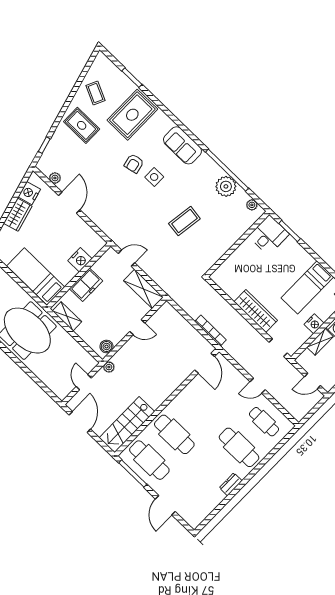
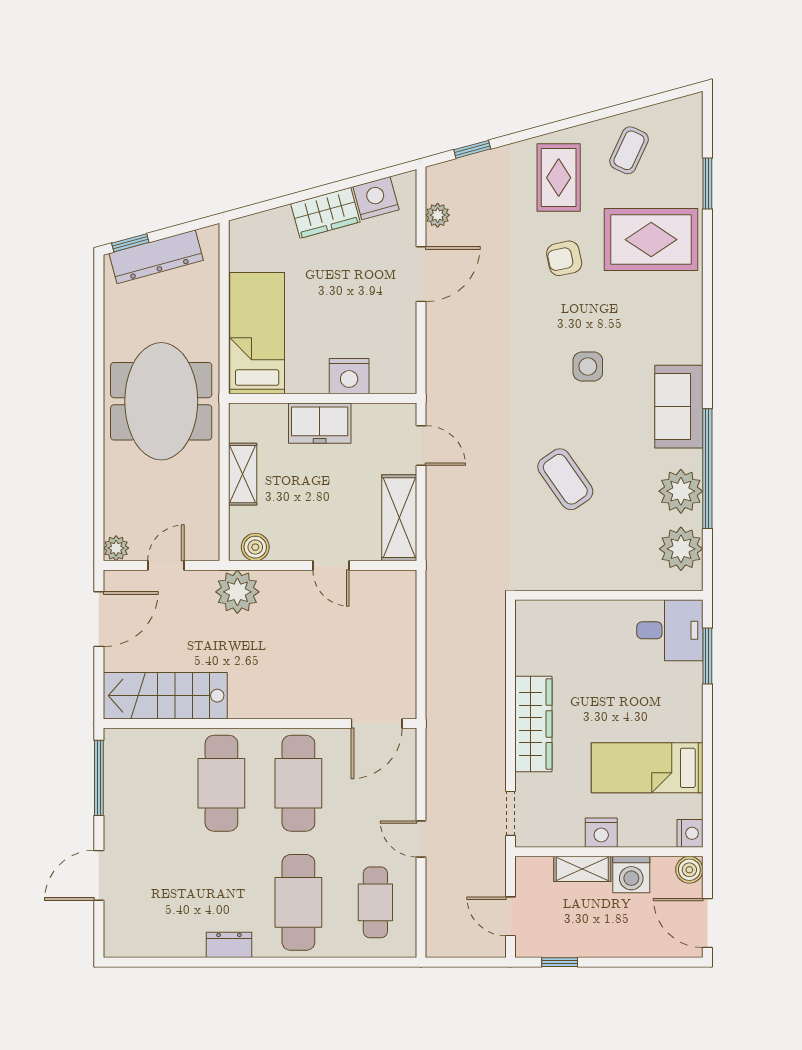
sofa: (182, 145) -> (679, 407), moved
armchair: (134, 163) -> (564, 258), moved
plant: (252, 205) -> (681, 549), width x1.87, depth x1.87
coffee table: (184, 221) -> (565, 479), turned 47
shelving: (67, 316) -> (243, 474), moved
bookcase: (210, 331) -> (435, 684), removed
plant: (109, 367) -> (237, 592), width x1.88, depth x1.88
plant: (62, 393) -> (116, 548), added
cafe table: (149, 460) -> (298, 783), moved

